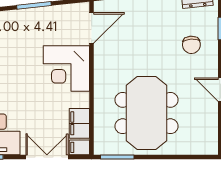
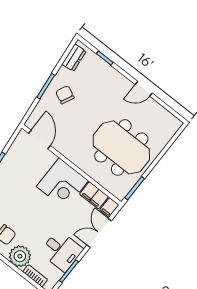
chair: (191, 45) -> (65, 95), moved, turned -152
corner desk: (66, 69) -> (62, 184), moved

